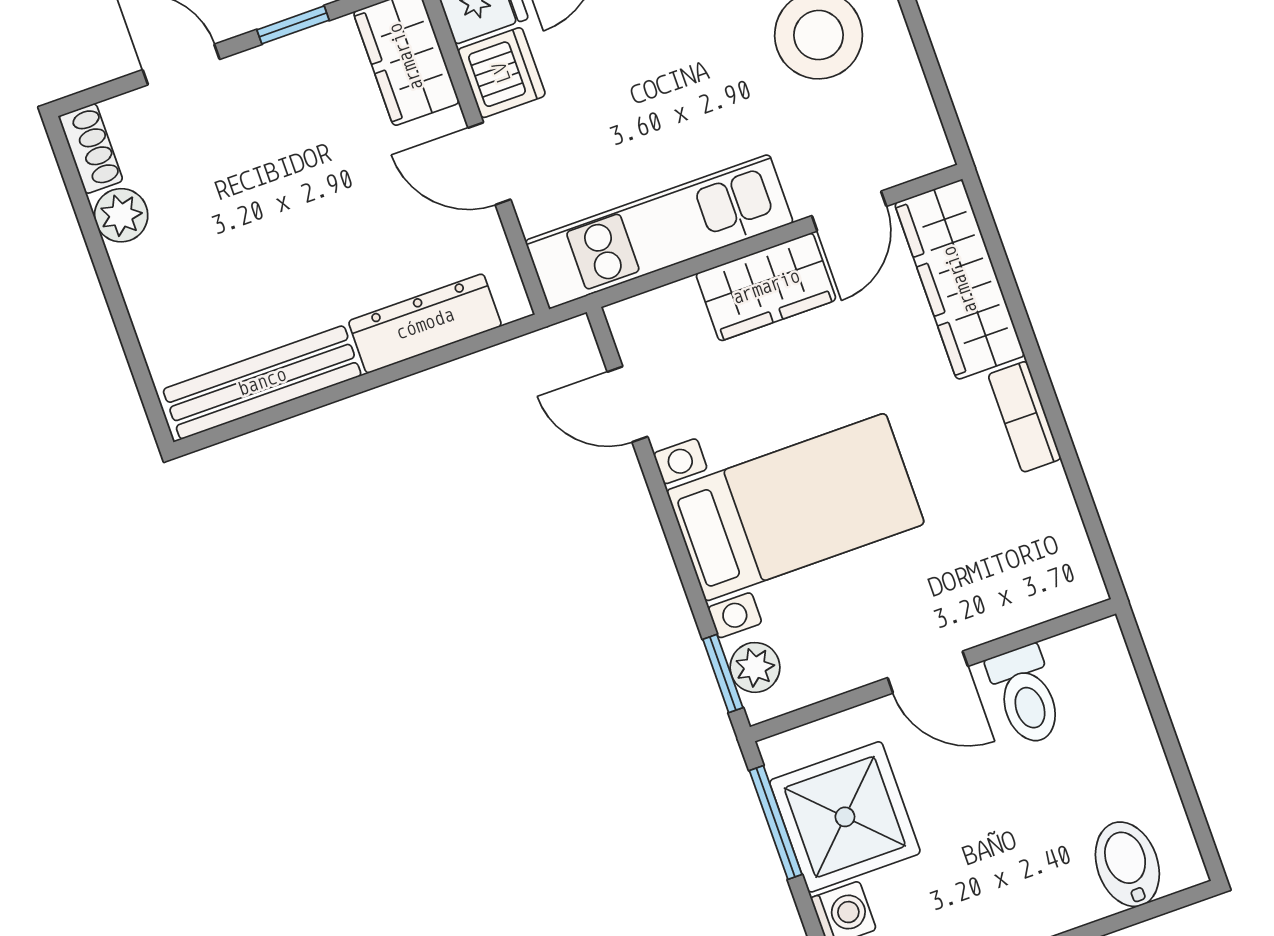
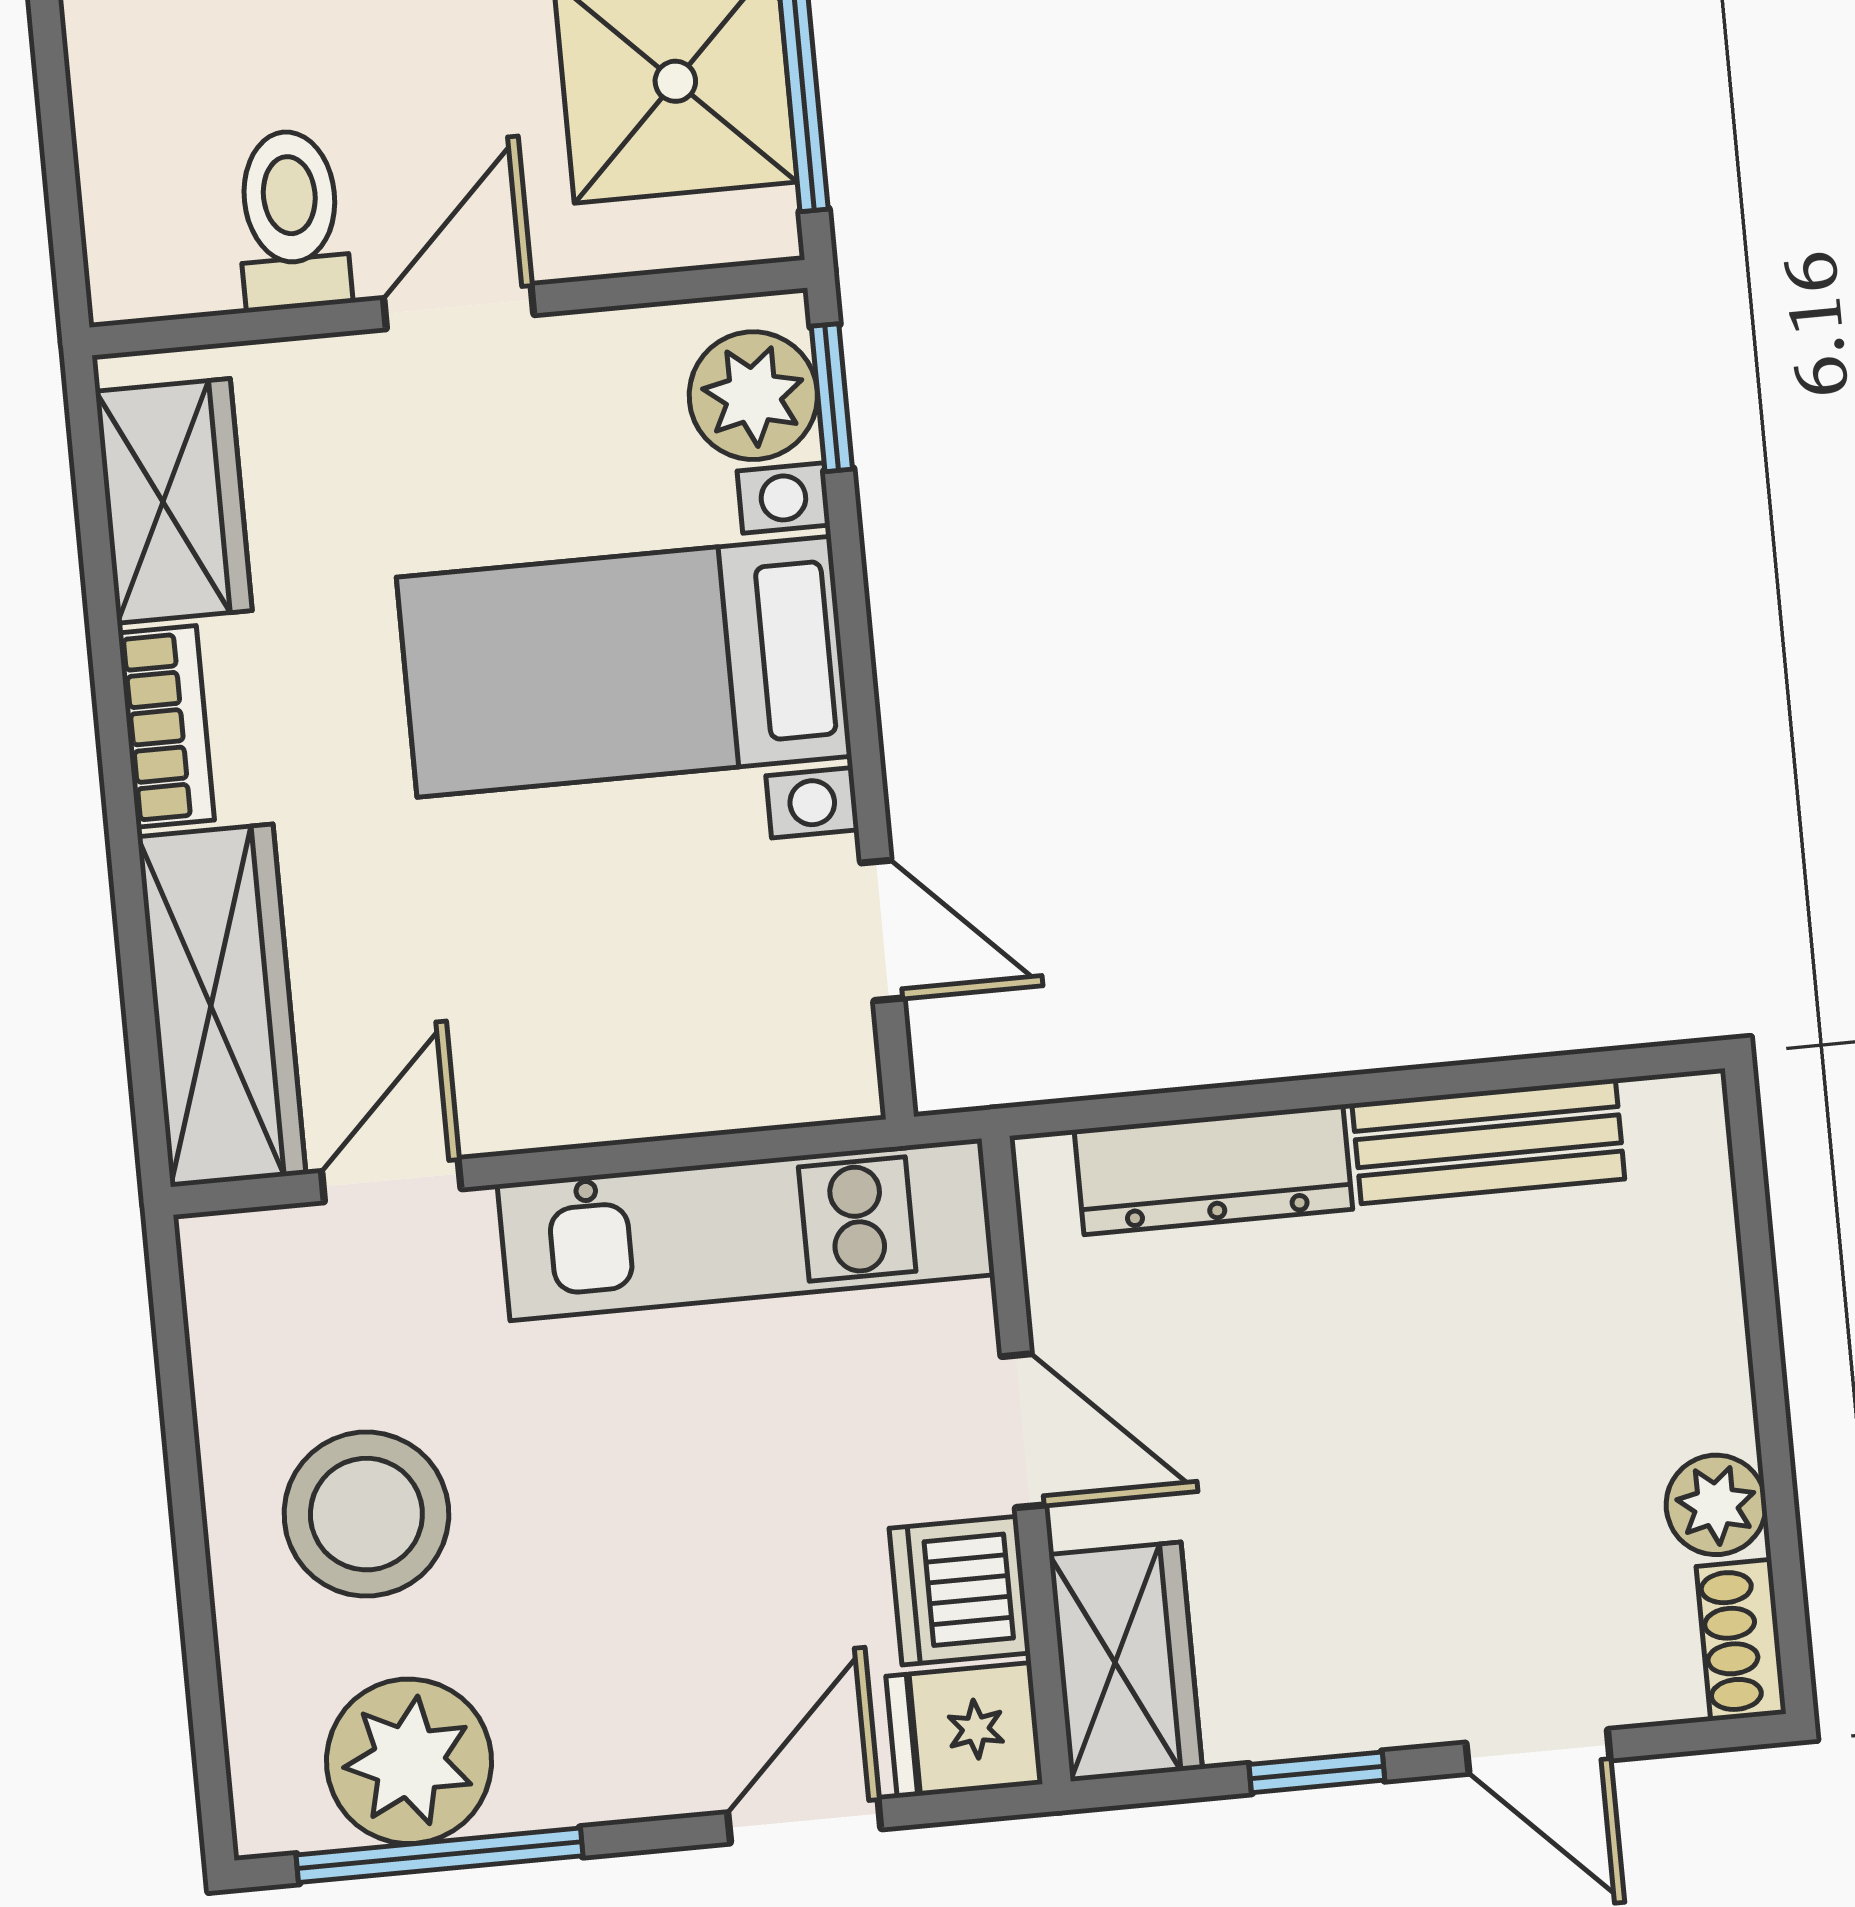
wardrobe: (766, 287) -> (174, 501), moved, turned 90
bench: (262, 382) -> (1488, 1141), width x0.73
plant: (755, 667) -> (753, 396), width x1.38, depth x1.38
door: (928, 672) -> (459, 307), hinge flipped

